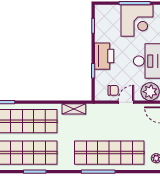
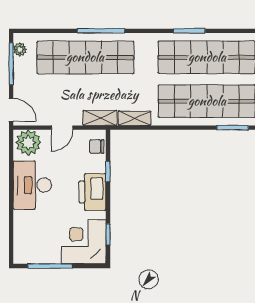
corner desk: (137, 20) -> (84, 242), moved
chair: (113, 90) -> (97, 147), moved
shelving: (99, 109) -> (100, 118), added

